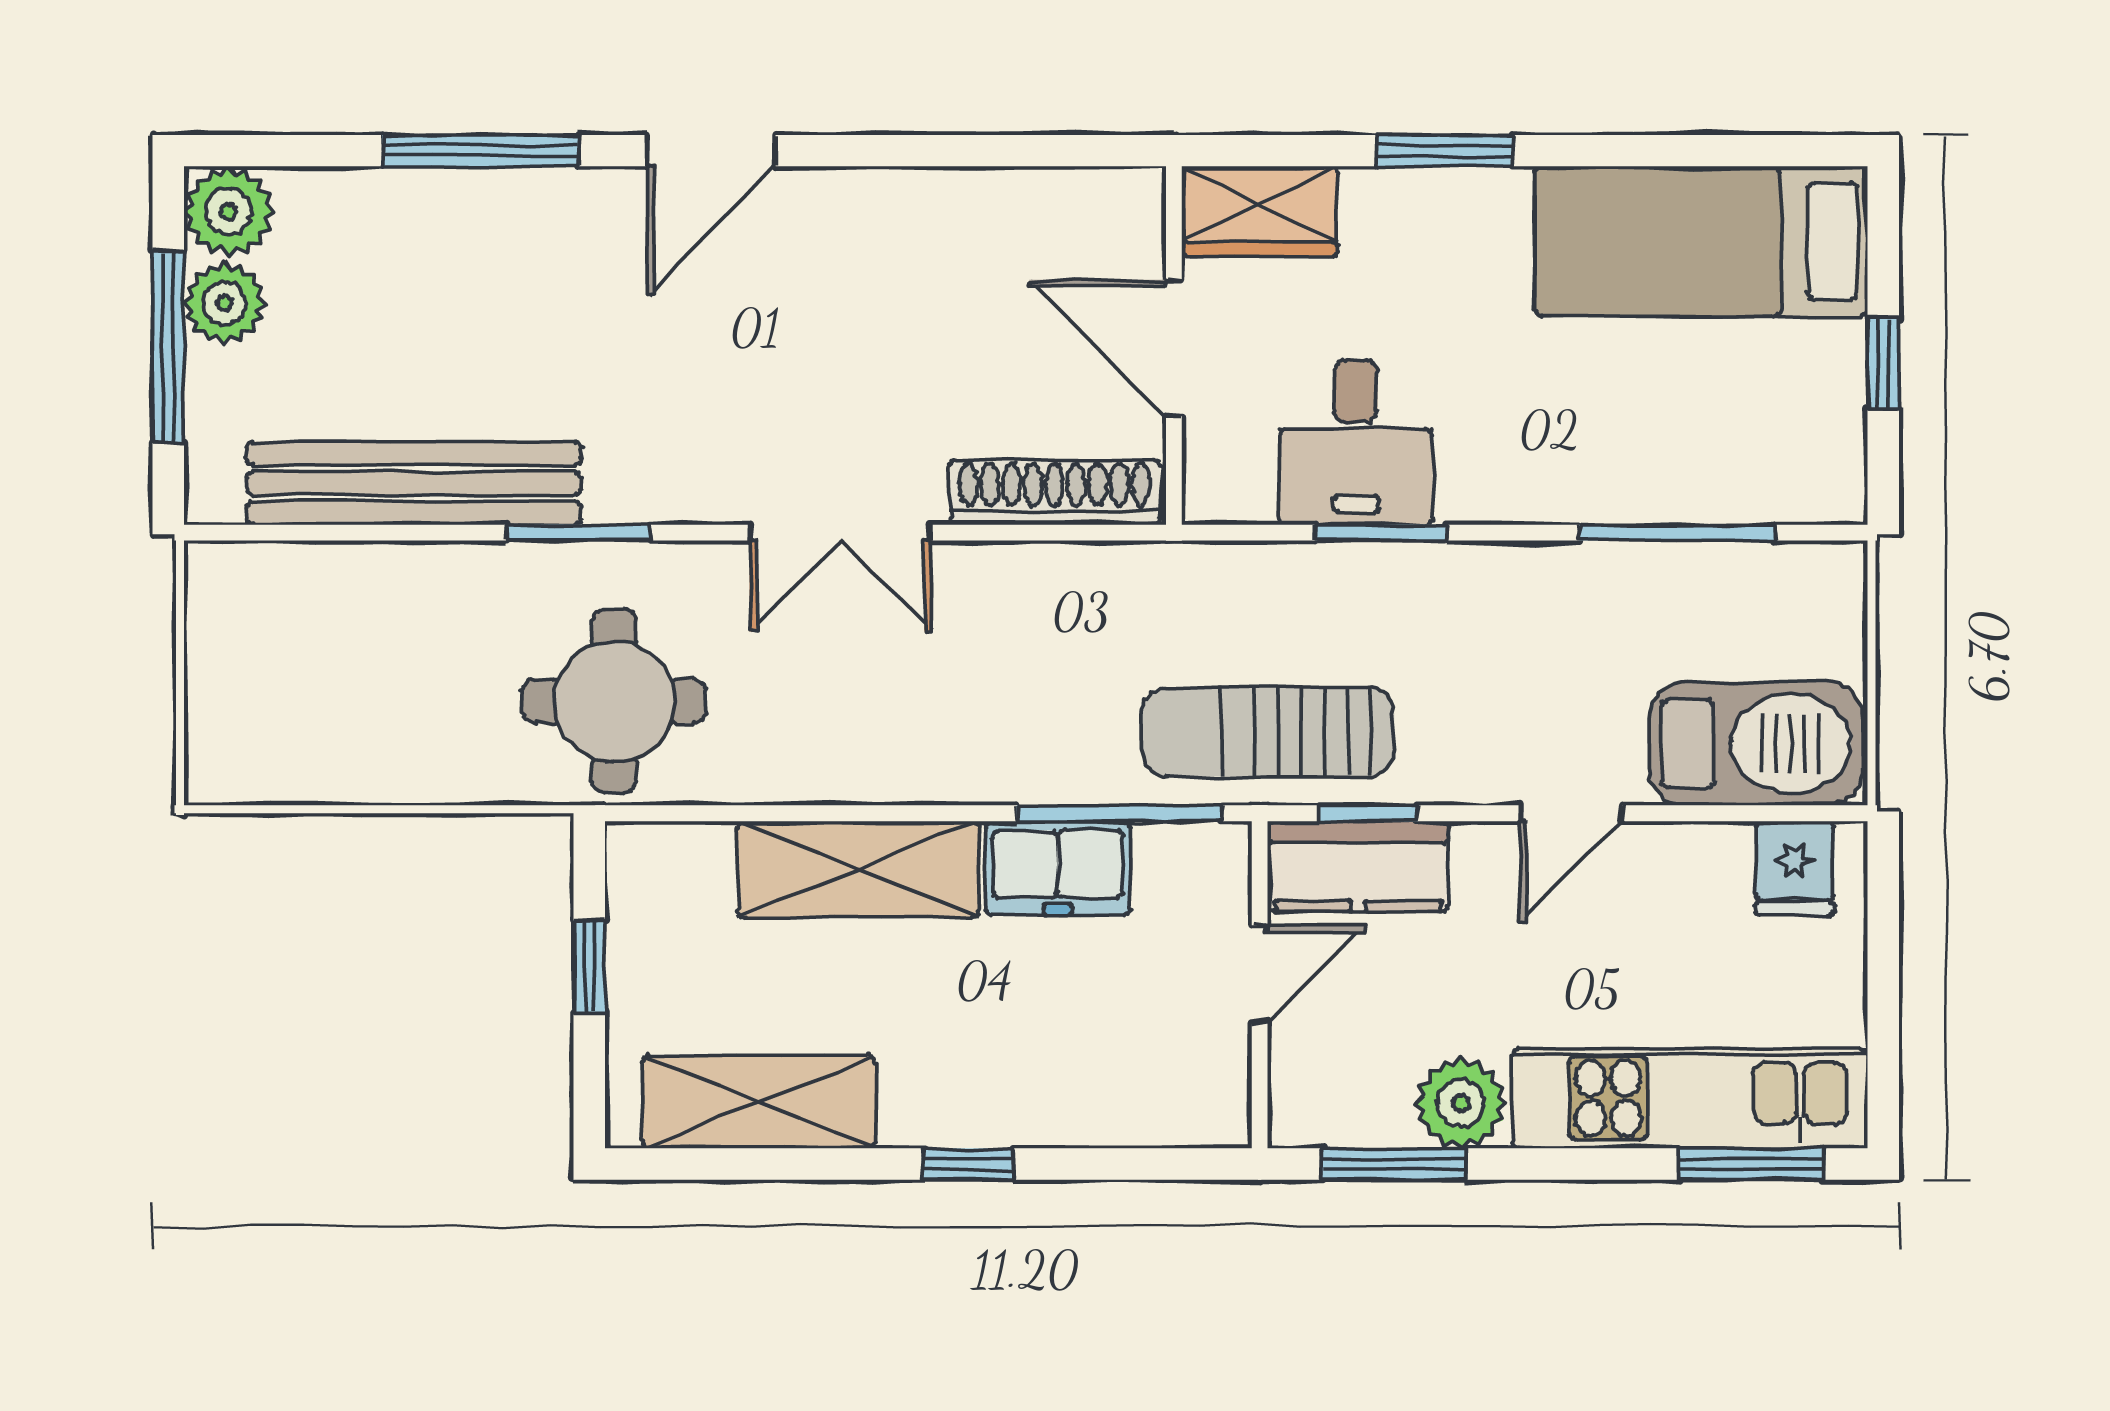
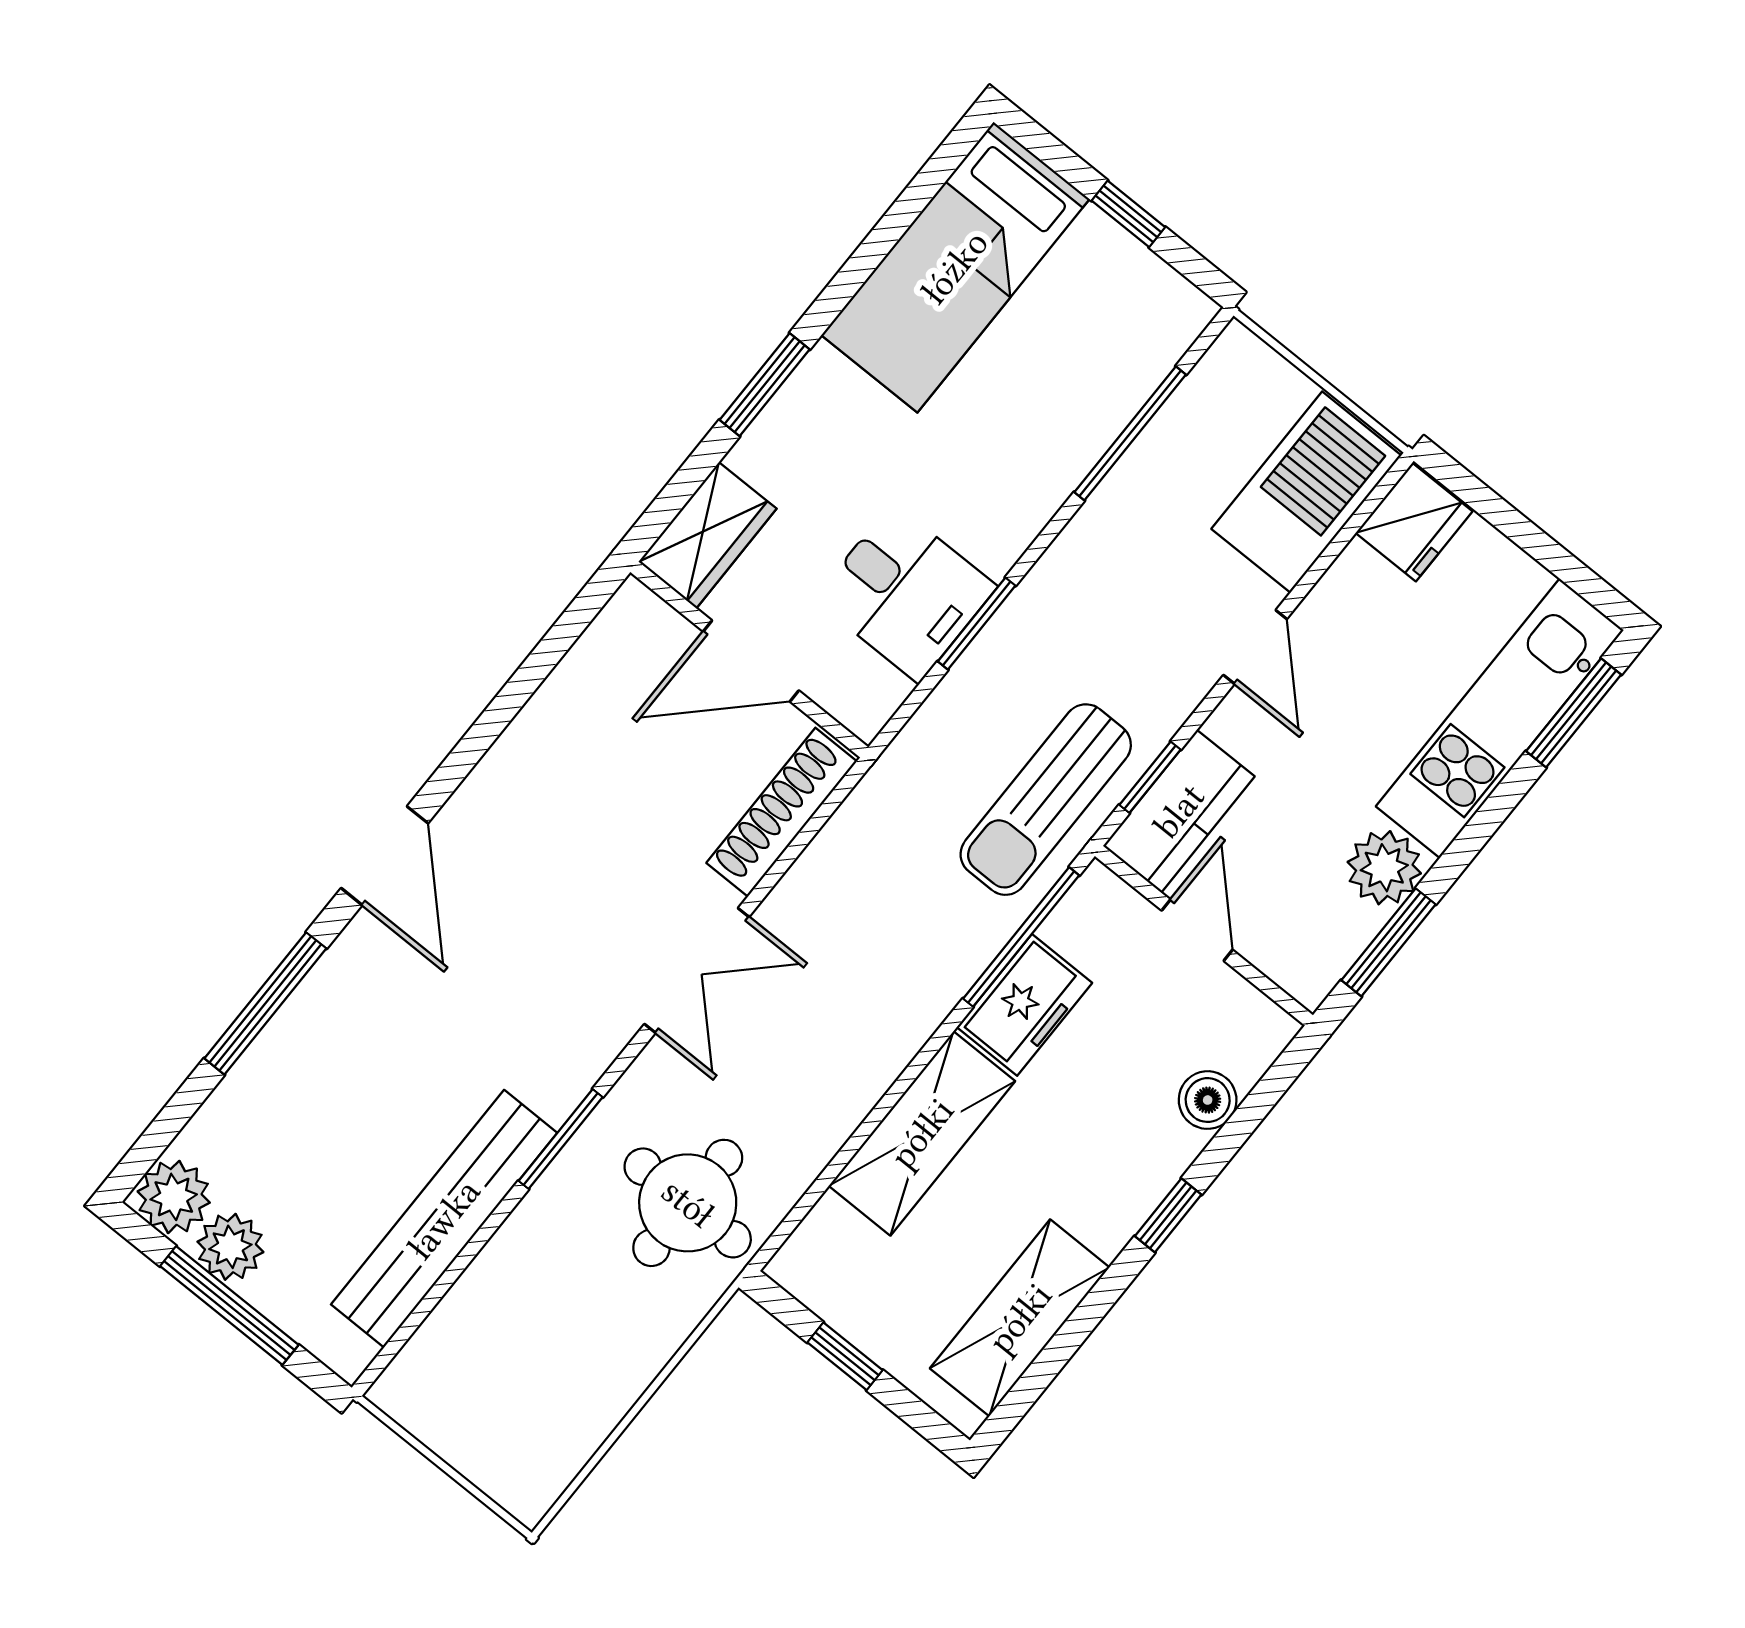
fridge: (1795, 868) -> (1414, 522), width x1.38
boiler: (1107, 1113) -> (1208, 1100), added

